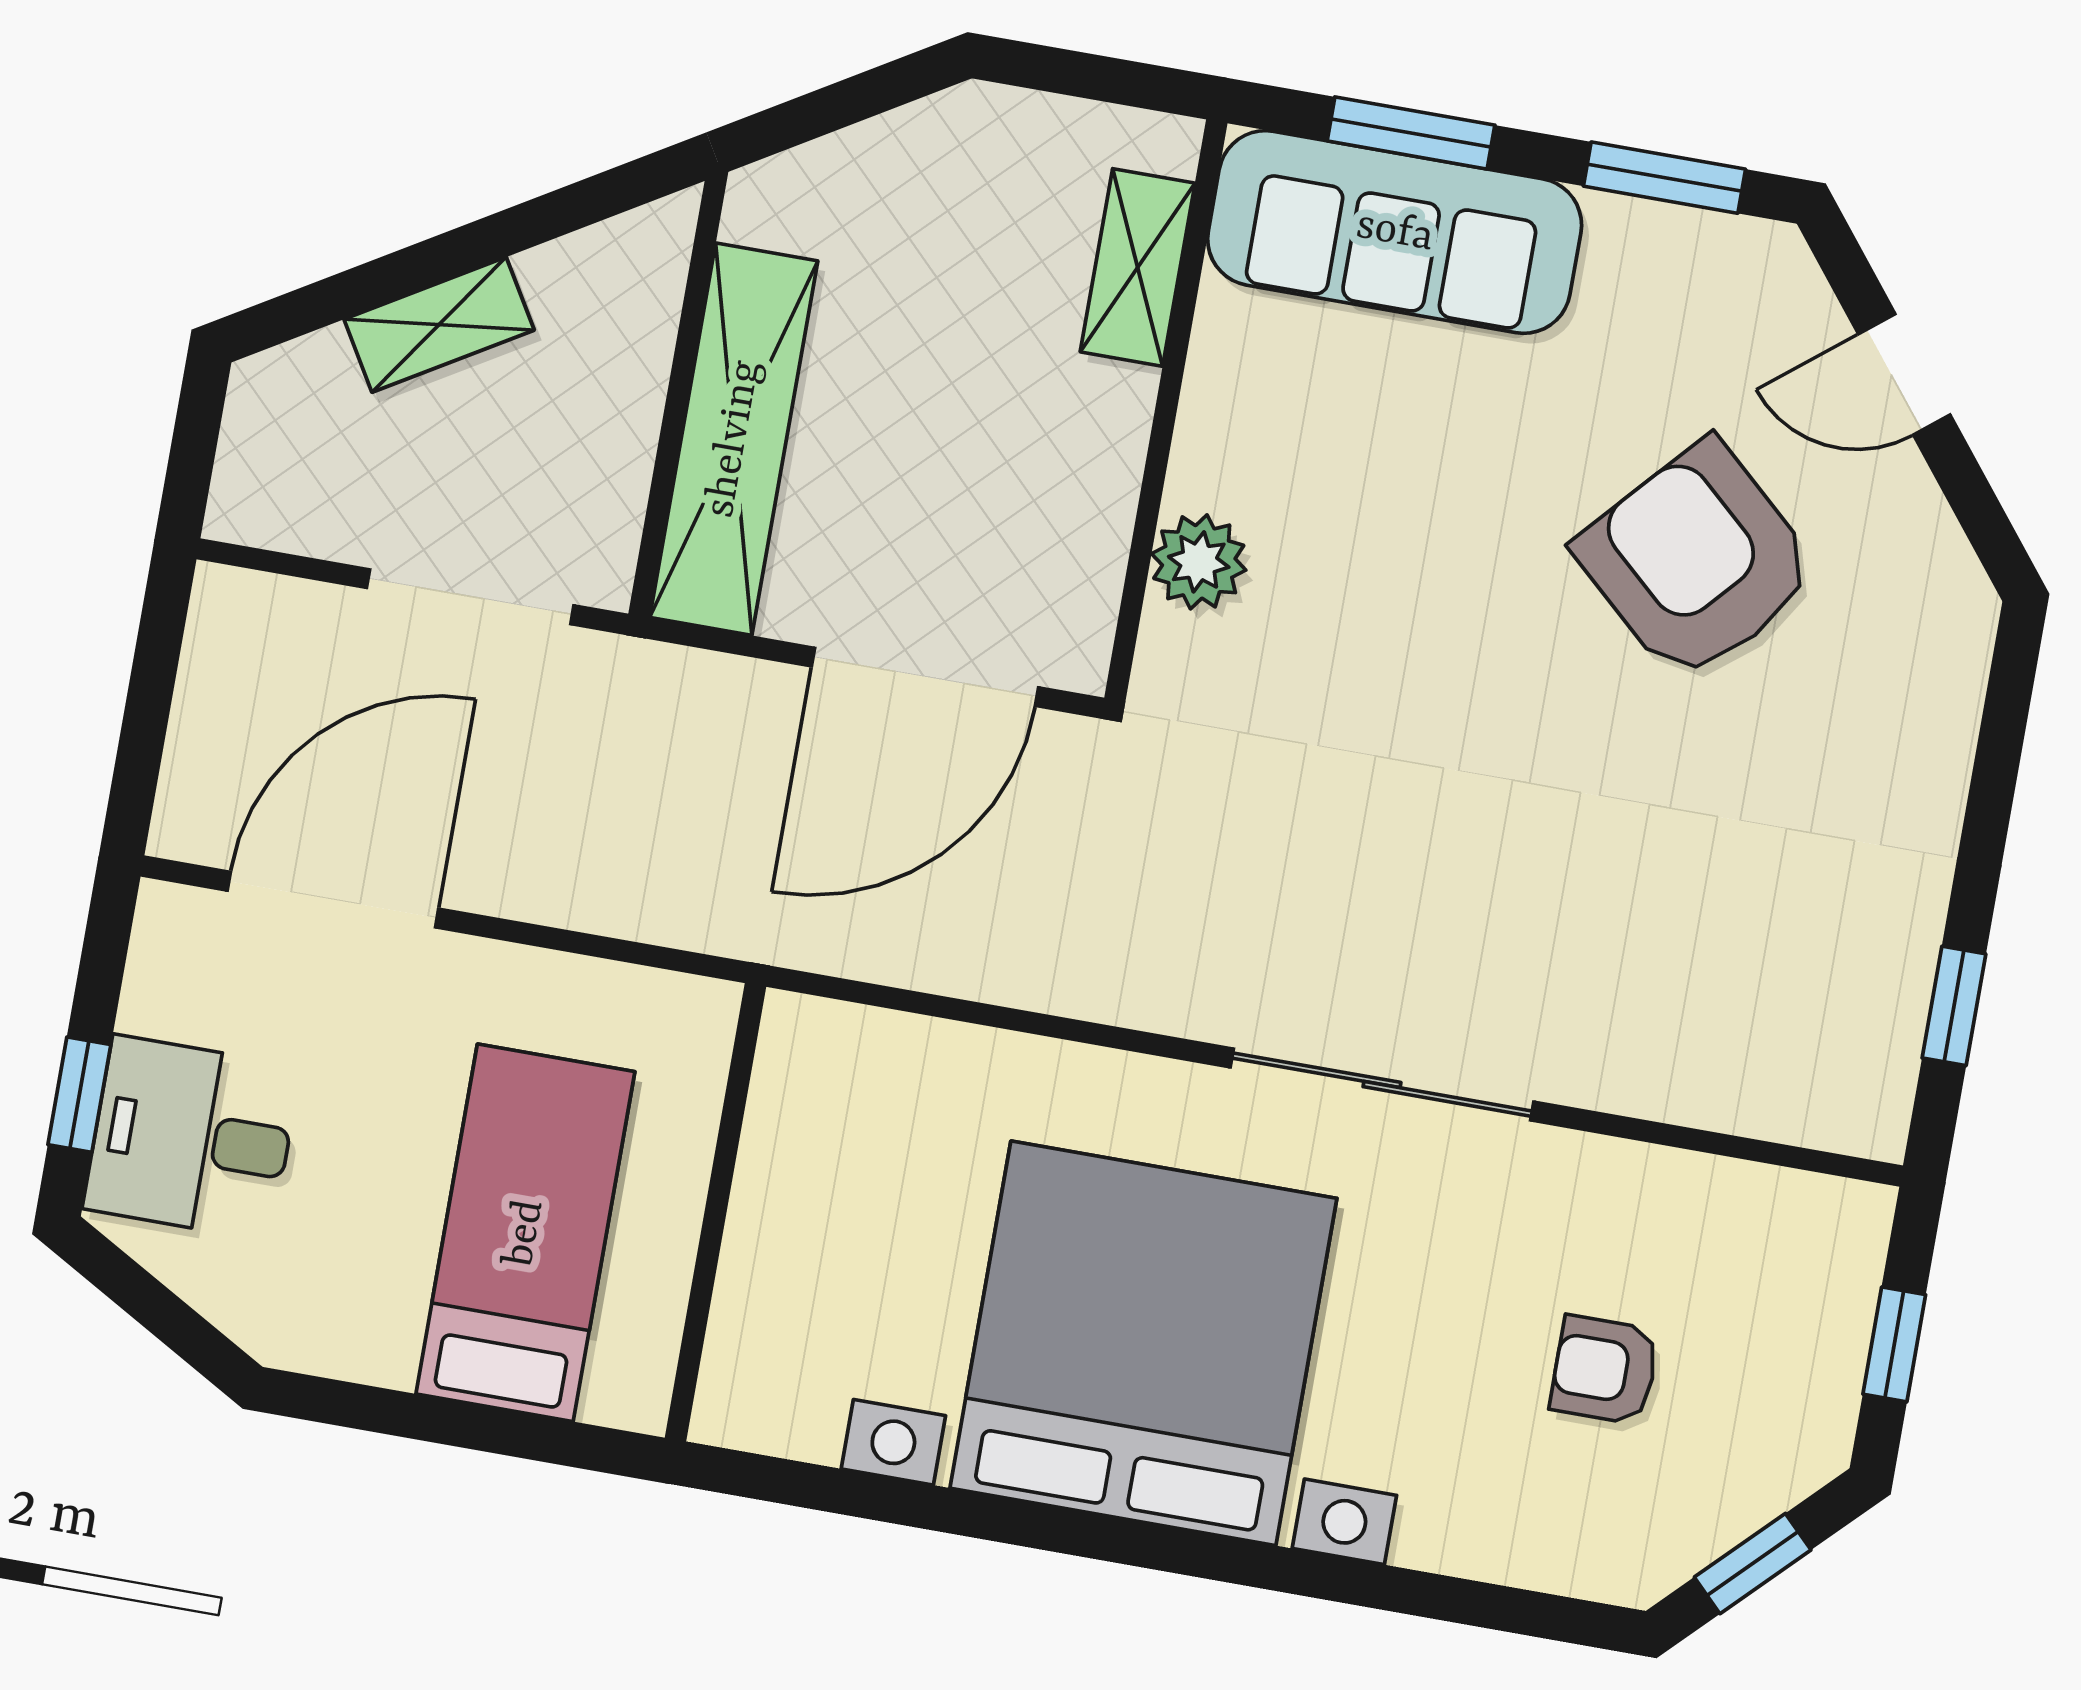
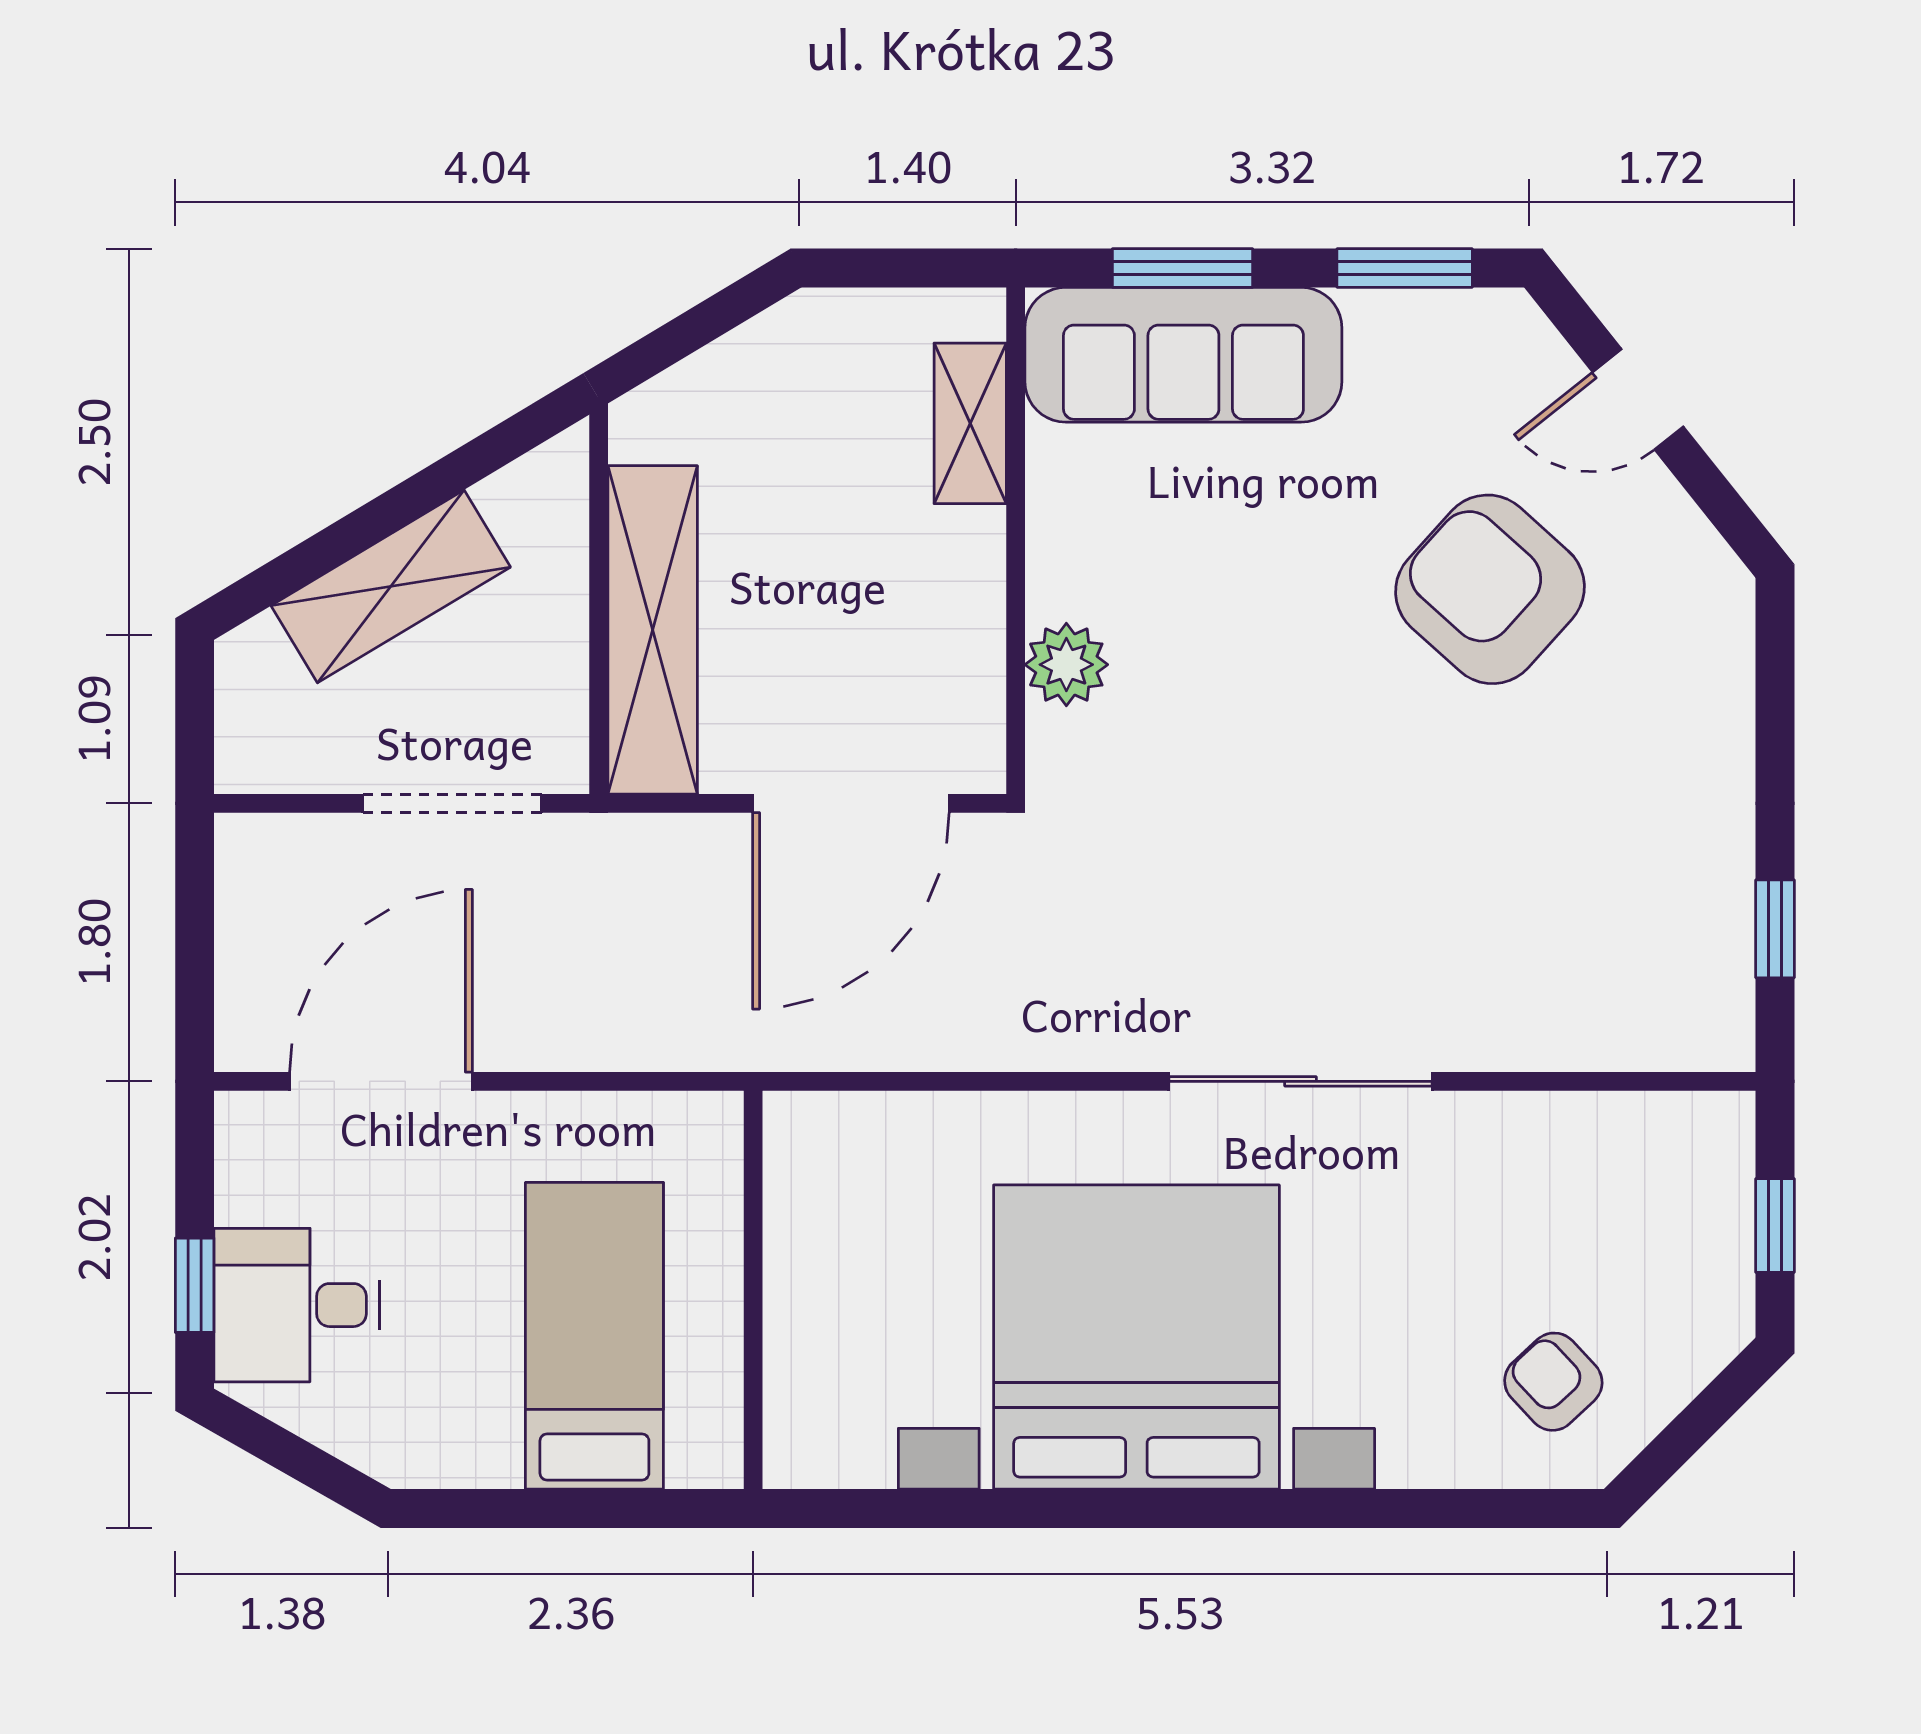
shelving: (439, 325) -> (391, 586), width x1.50, depth x1.33
armchair: (1605, 1370) -> (1553, 1382), moved, turned 47
window: (1753, 1564) -> (1687, 1433), removed

